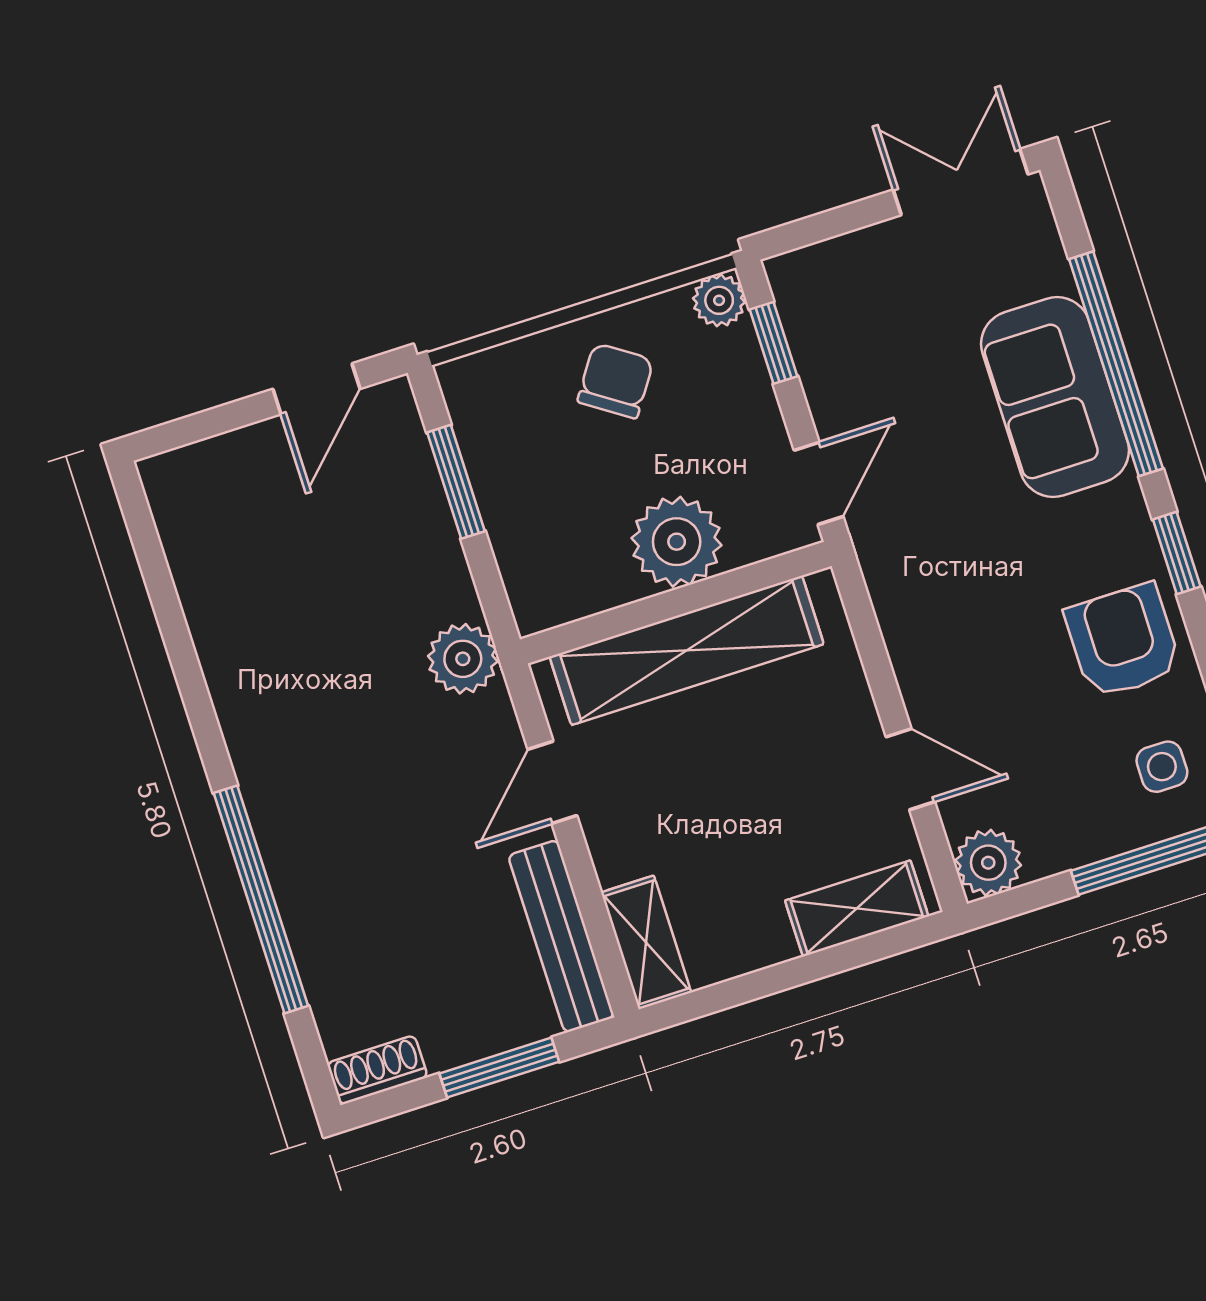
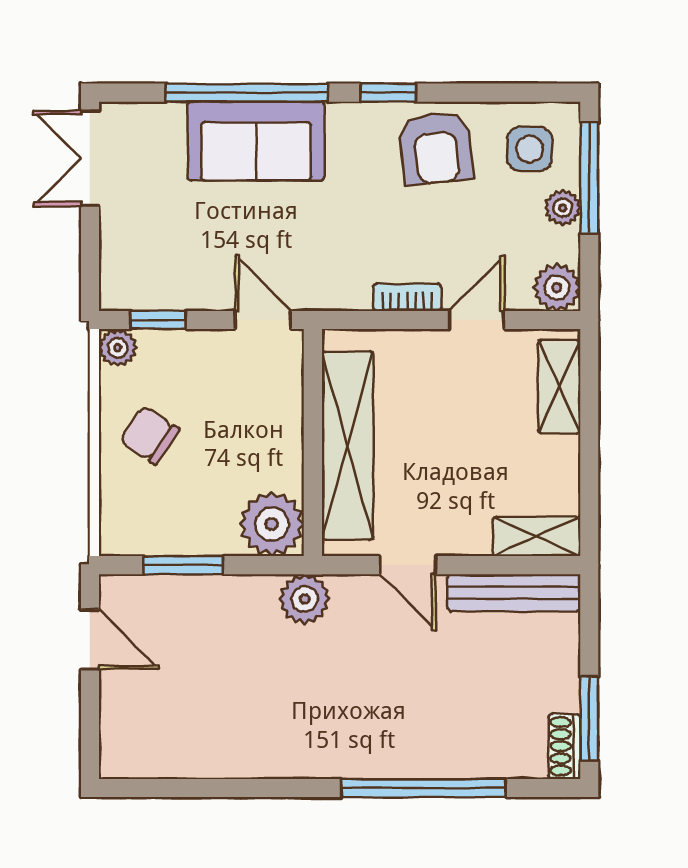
plant: (677, 542) -> (272, 524), moved
armchair: (1123, 641) -> (436, 148), turned -96
bookcase: (911, 667) -> (407, 297), added
side table: (1162, 767) -> (530, 149), width x1.37, depth x1.37
plant: (1098, 836) -> (563, 208), added
window: (499, 1068) -> (589, 719), moved

